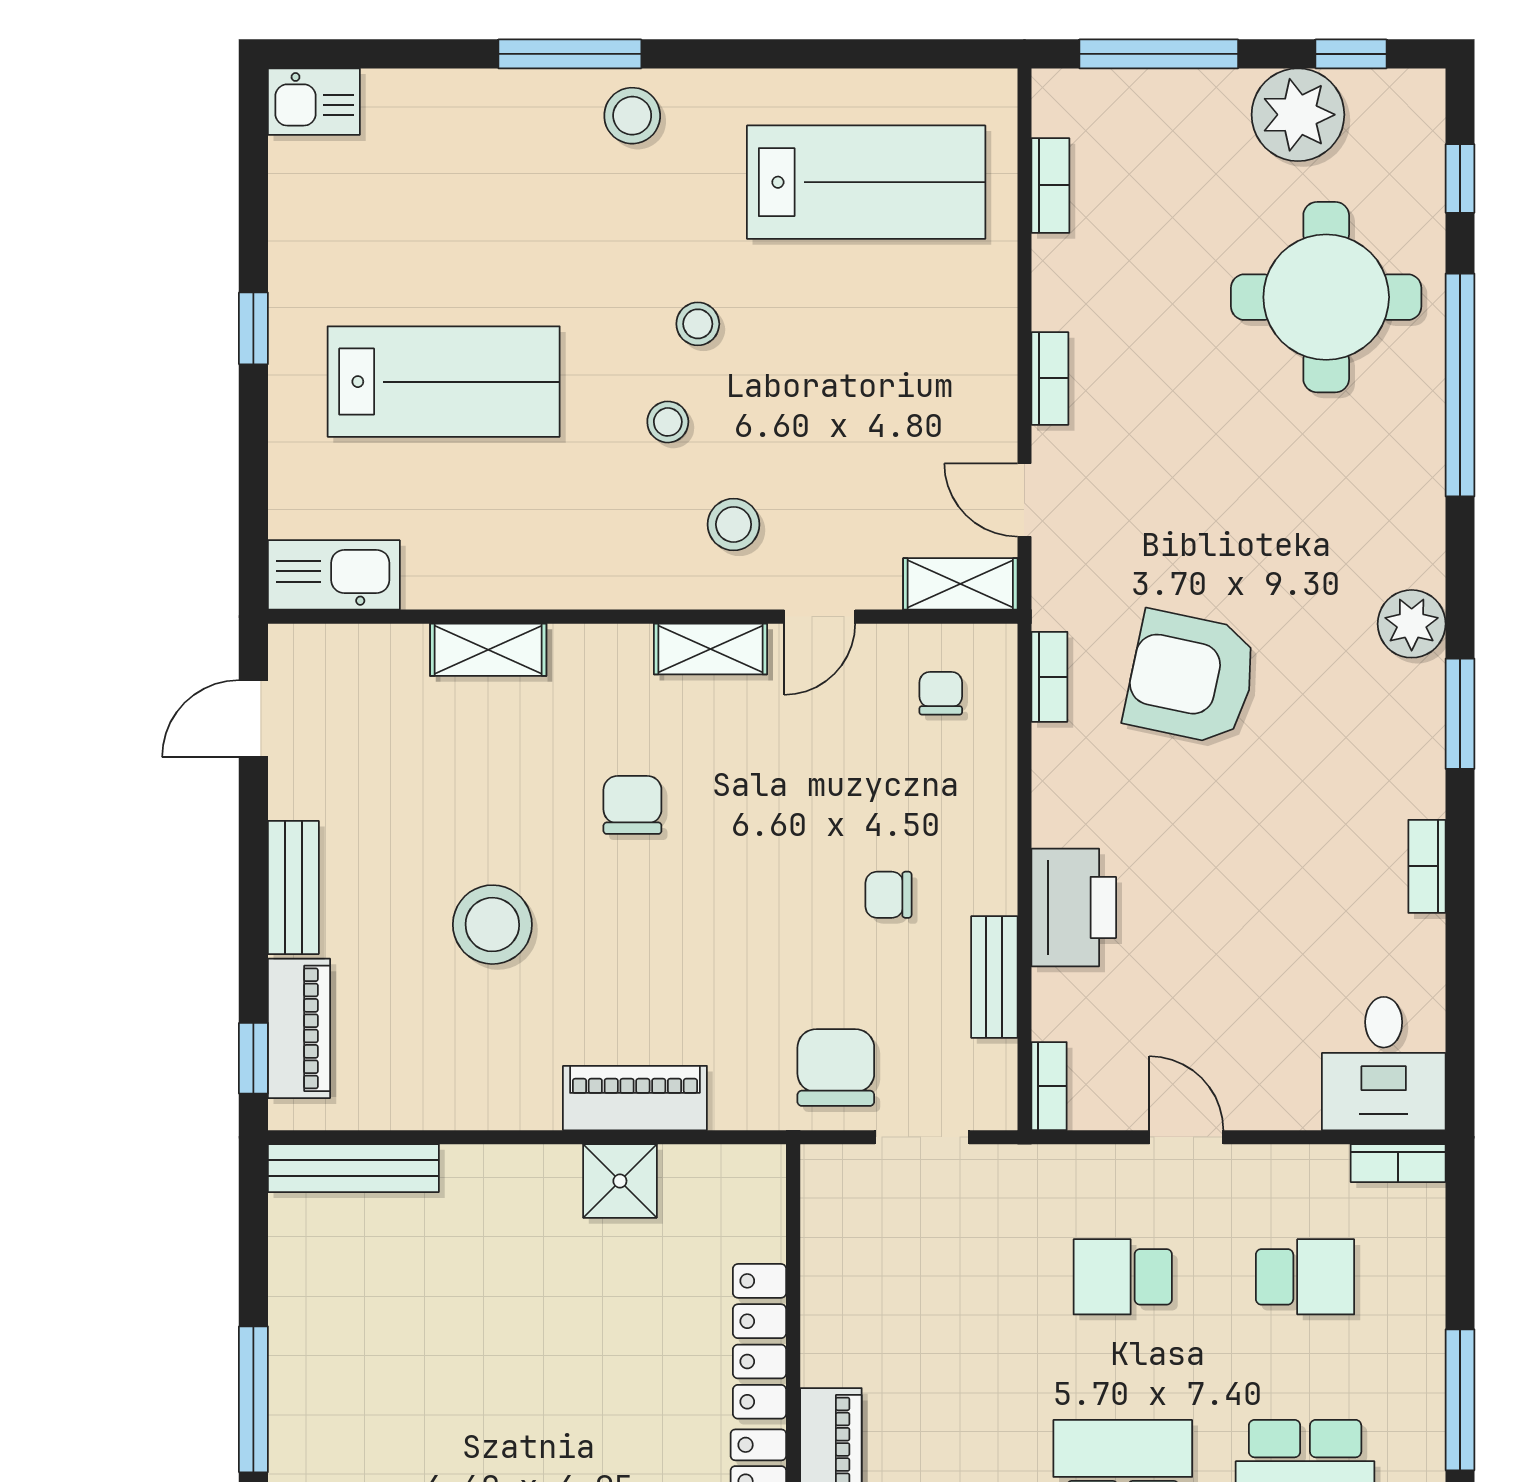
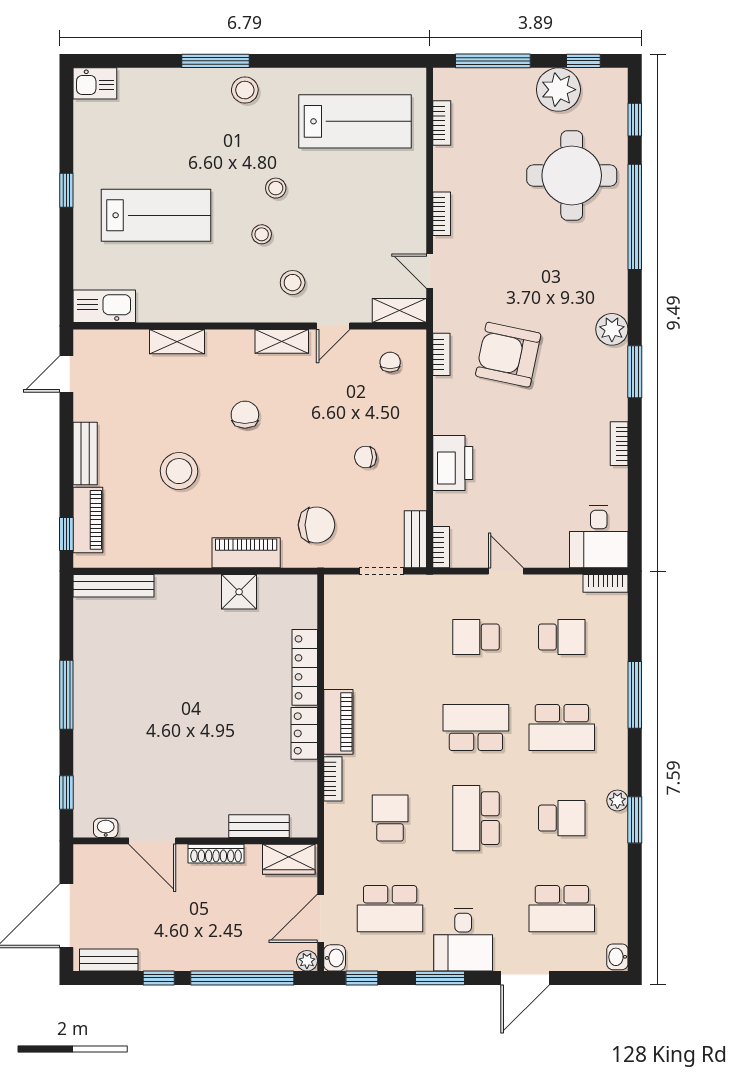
bench: (994, 977) -> (415, 539), moved
chair: (836, 1068) -> (317, 525), moved, turned 90

